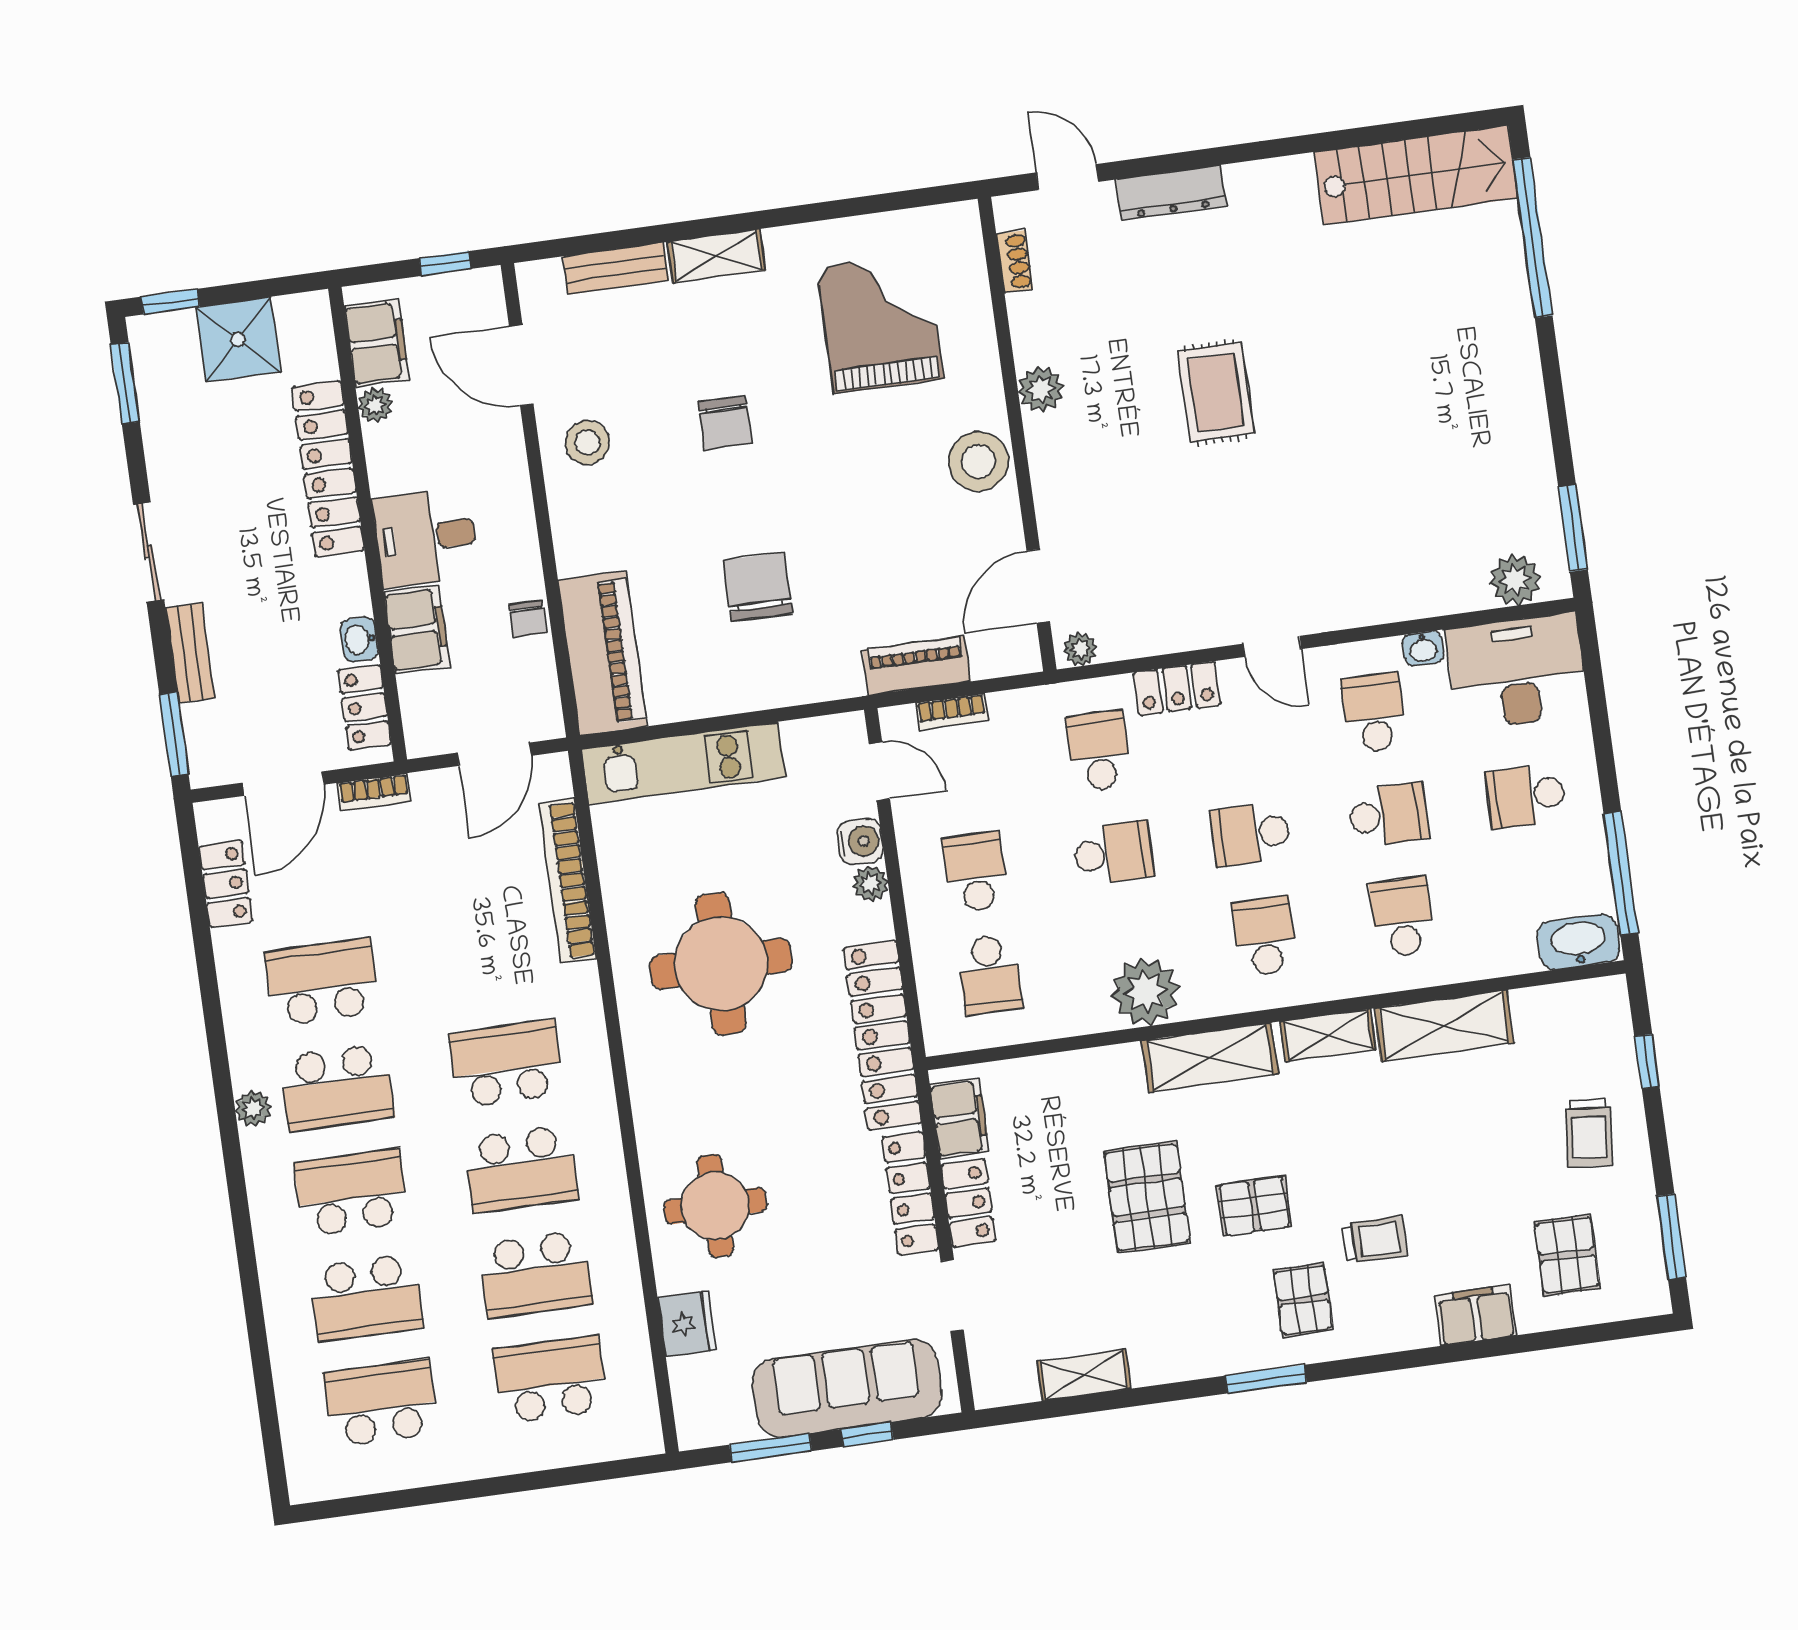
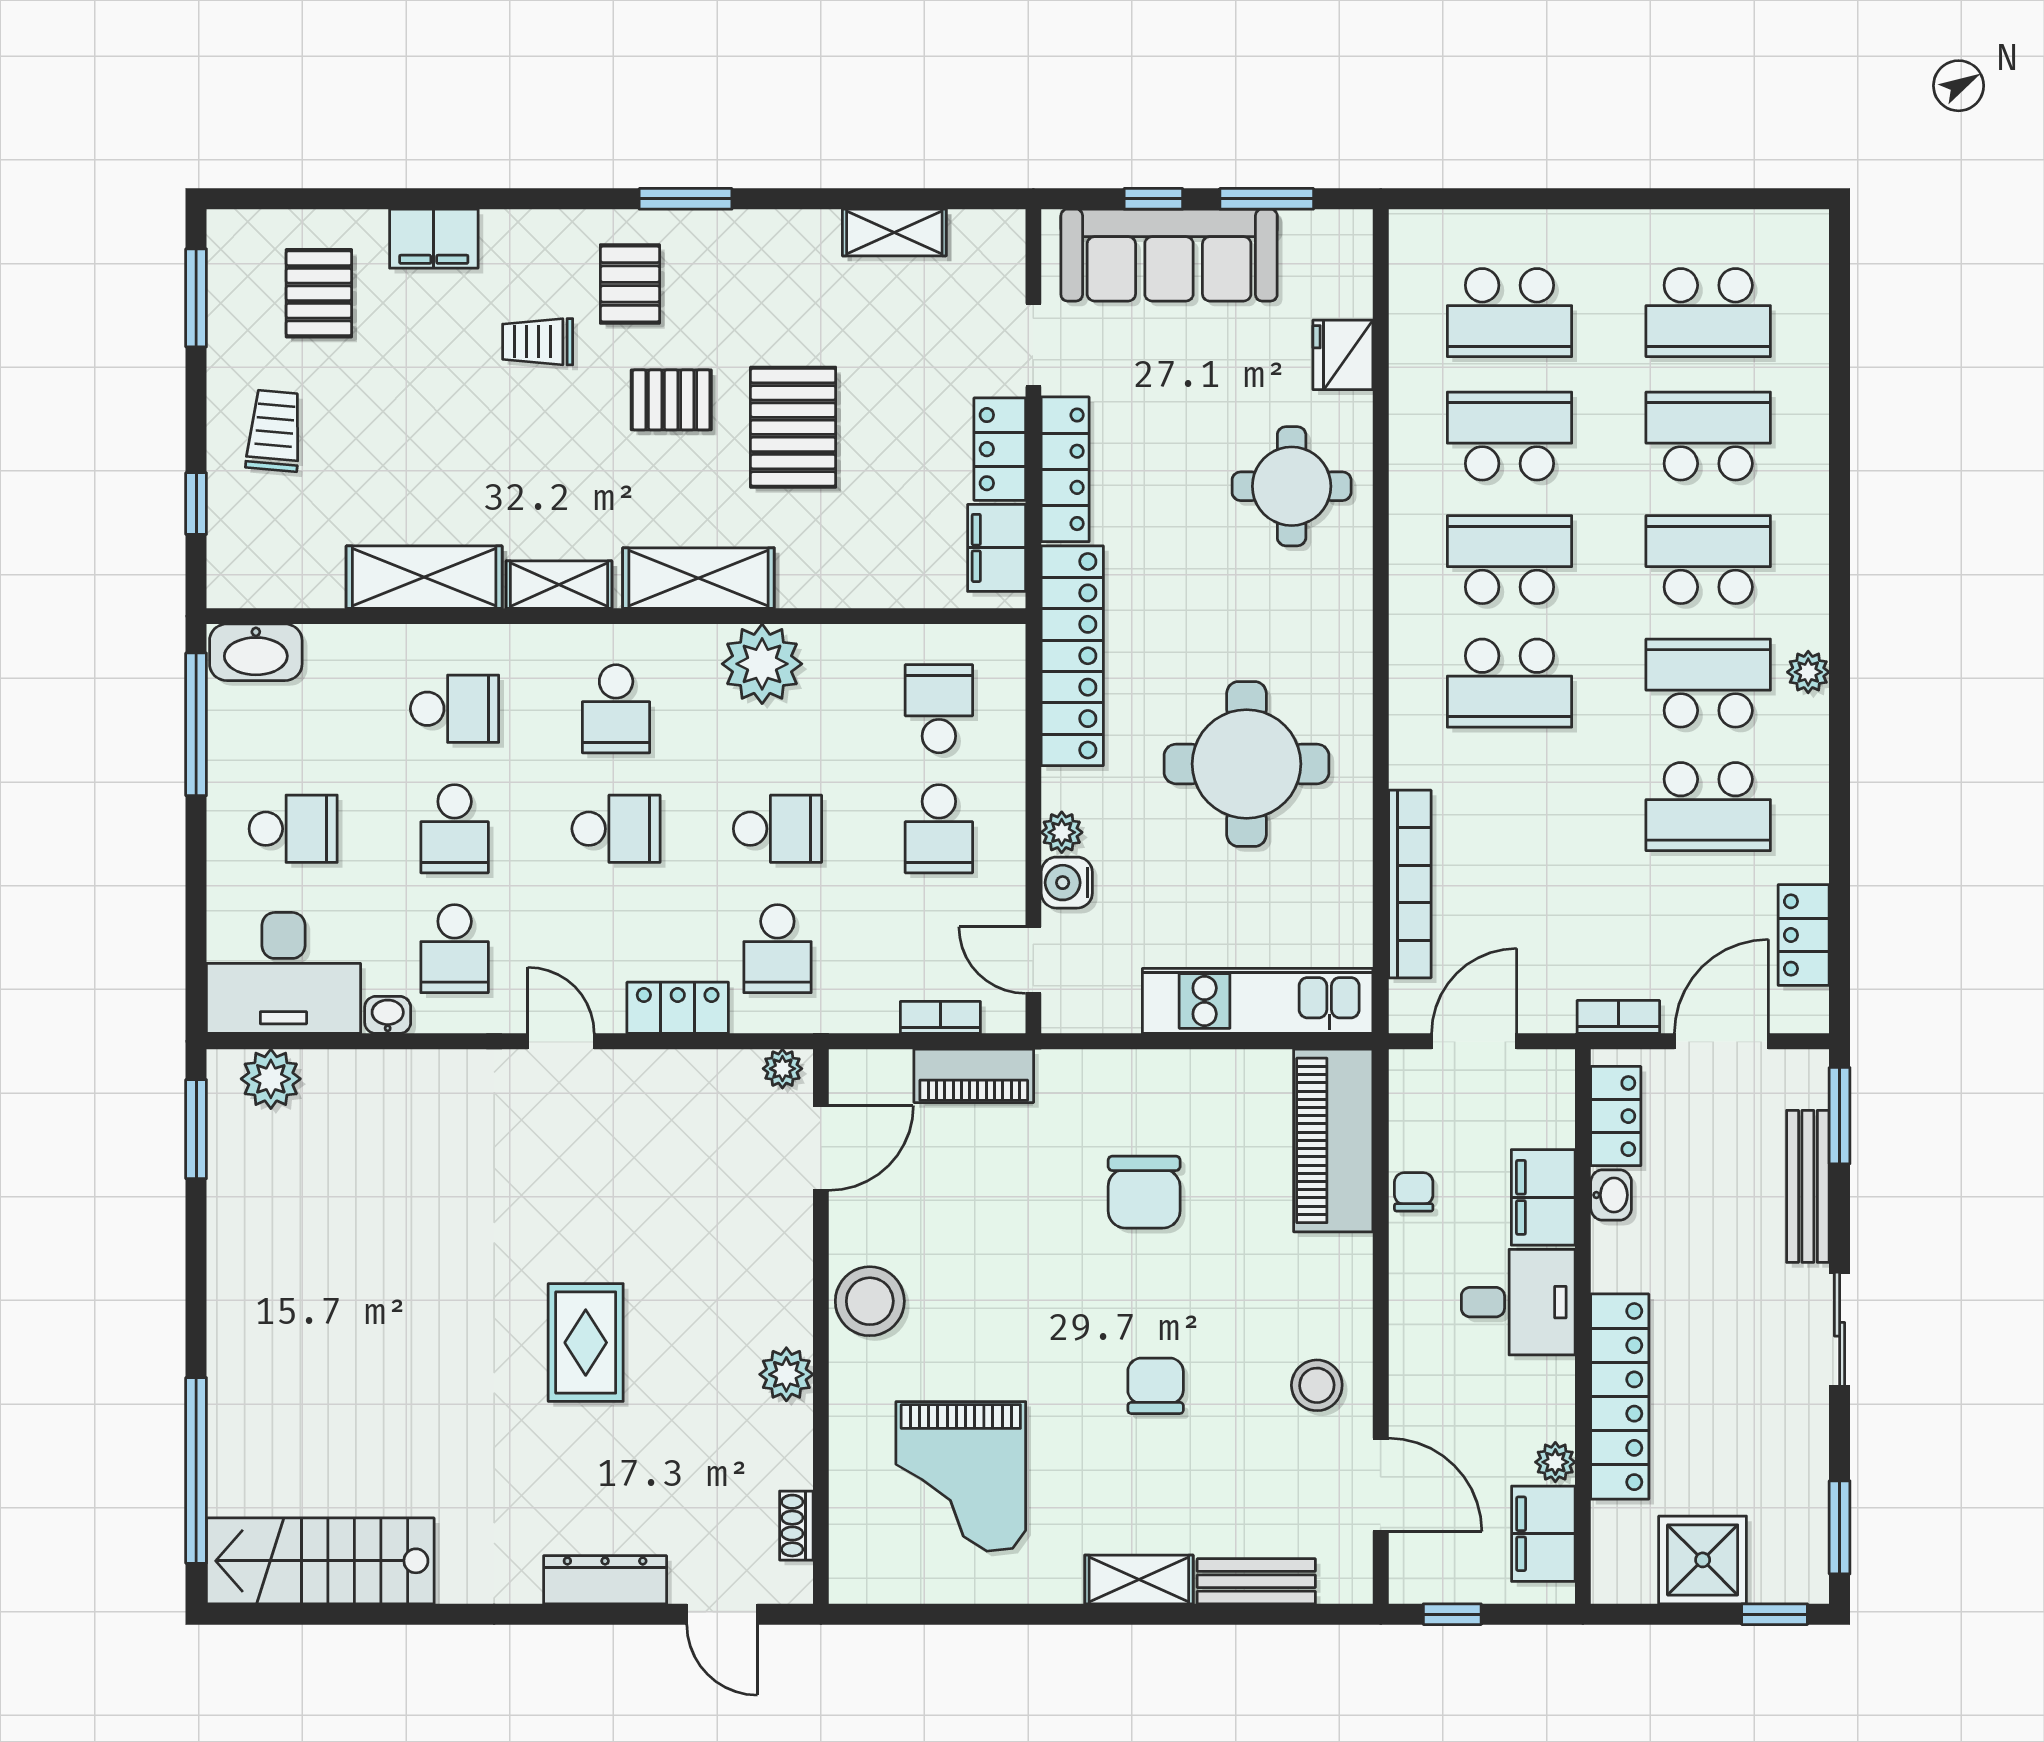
bench: (190, 653) -> (1808, 1186), width x1.36
school desk: (1388, 815) -> (455, 829), turned -90
school desk: (1113, 853) -> (777, 829), turned 180
school desk: (1402, 917) -> (455, 709), turned -90
school desk: (352, 1193) -> (1708, 560), turned 180

